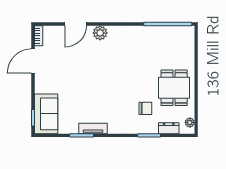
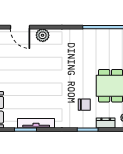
door: (76, 24) -> (20, 27), hinge flipped
tv unit: (93, 128) -> (36, 123), width x1.41

